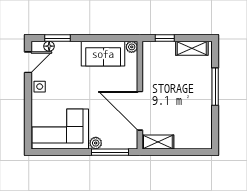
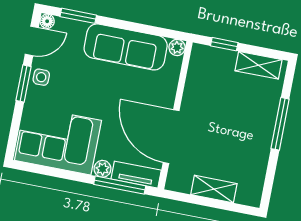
floor lamp: (49, 46) -> (47, 21), moved
sofa: (103, 54) -> (126, 47), width x1.36
window: (28, 93) -> (24, 84), added
tv unit: (120, 142) -> (136, 175), added
shelving: (158, 142) -> (214, 189), moved

